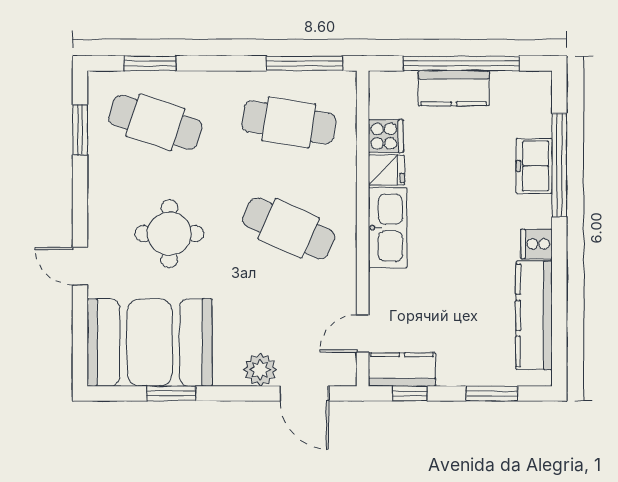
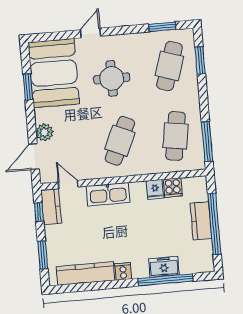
kitchen sink: (388, 228) -> (108, 194), moved

